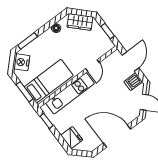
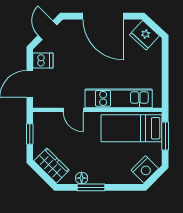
window: (27, 41) -> (91, 187), moved
door: (92, 66) -> (73, 110), swing flipped
window: (47, 121) -> (165, 88), removed
fridge: (72, 138) -> (144, 35), moved, turned -47

